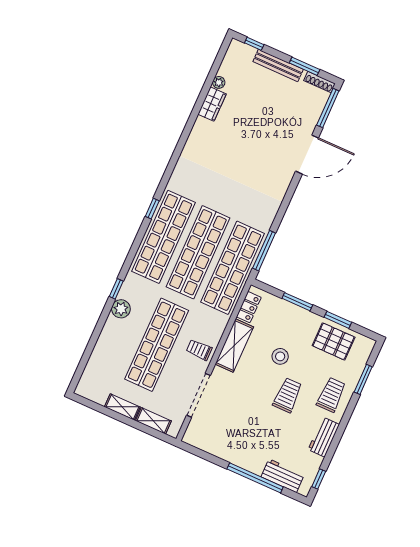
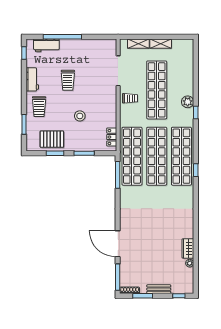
bench: (278, 65) -> (159, 289), width x0.73
door: (307, 155) -> (118, 244), hinge flipped
shelving: (234, 346) -> (110, 110), removed
trolley: (288, 395) -> (68, 80), moved

